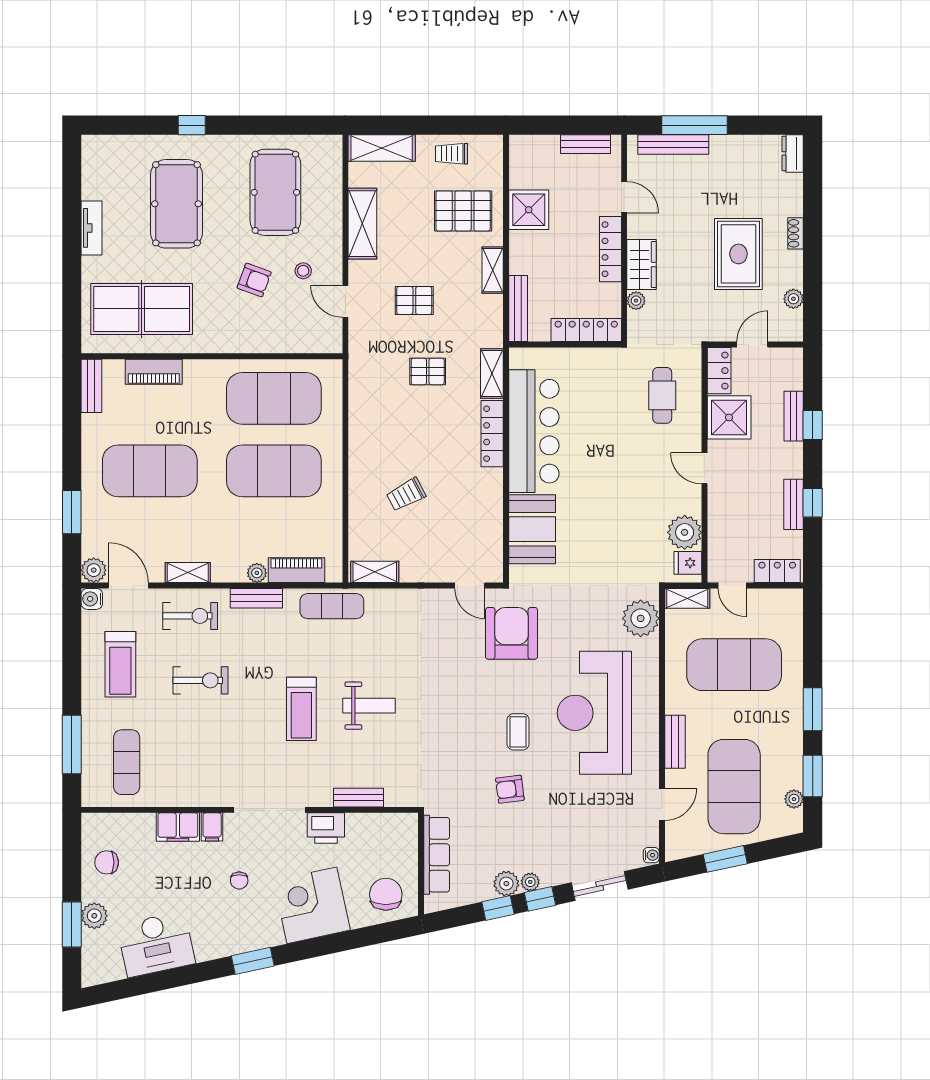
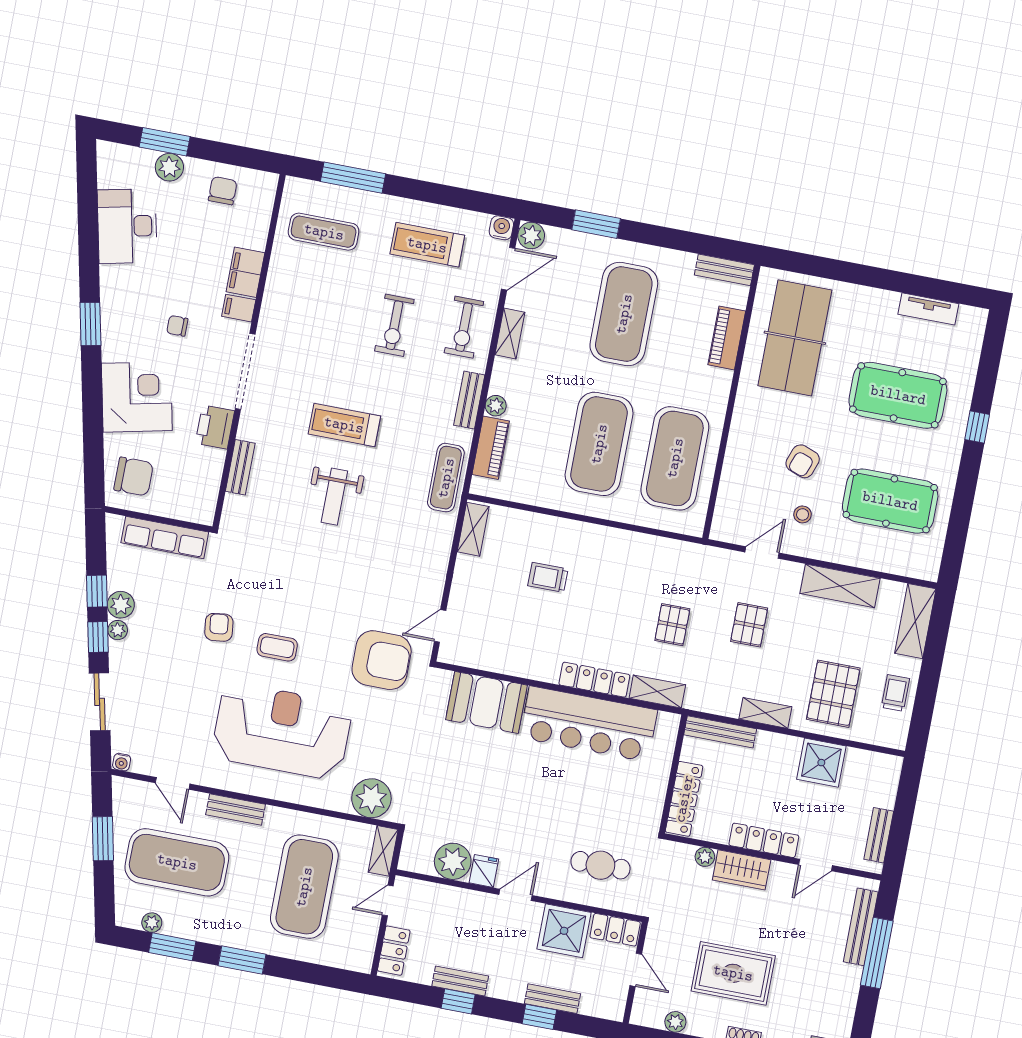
tv unit: (92, 228) -> (928, 309), moved
trolley: (406, 495) -> (548, 577), turned -62
fridge: (688, 563) -> (484, 871), moved

